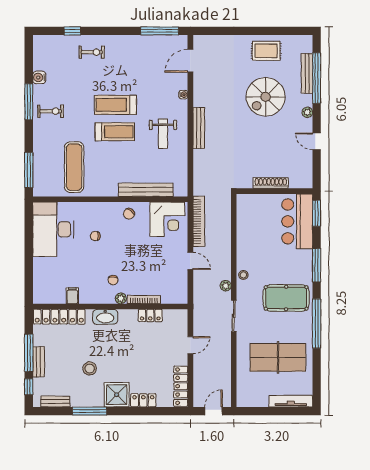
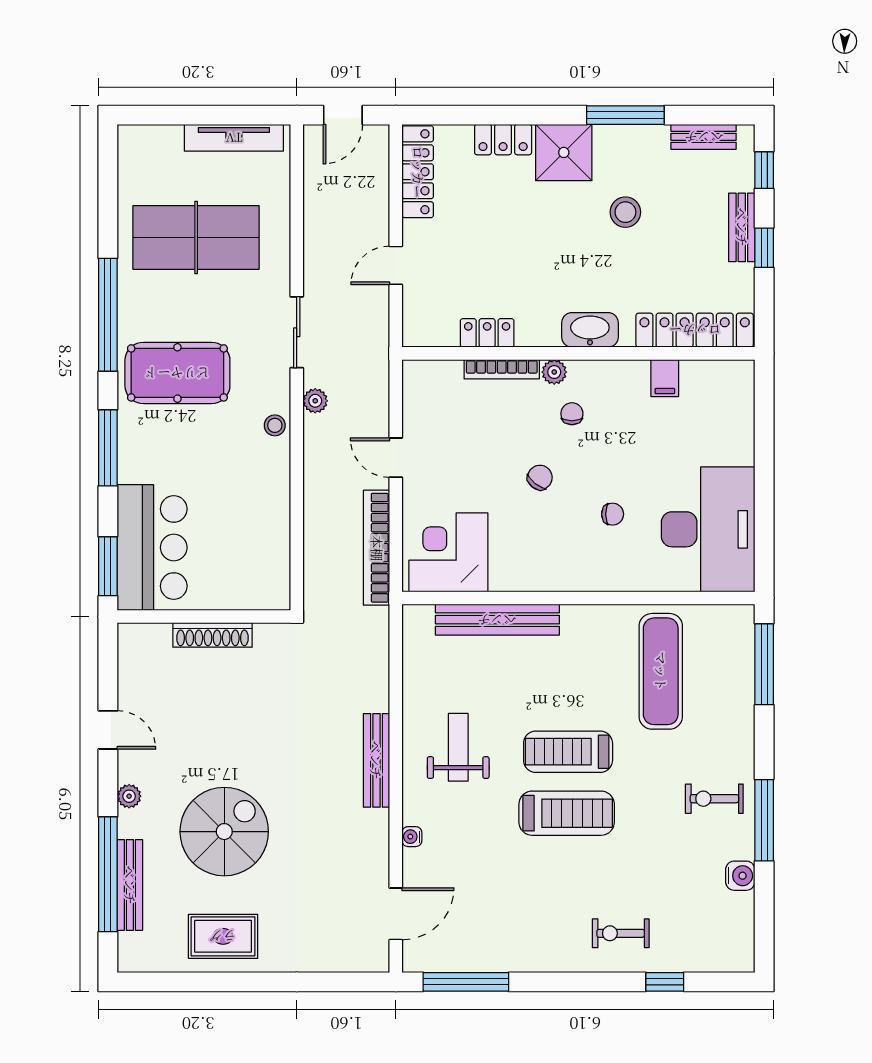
chair: (129, 214) -> (540, 478), moved
window: (29, 353) -> (764, 248), width x0.46
tv unit: (291, 401) -> (234, 138), moved

